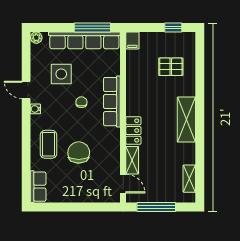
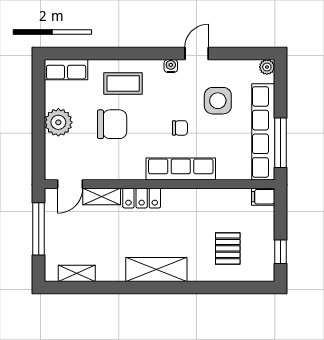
plant: (77, 192) -> (58, 122), added

